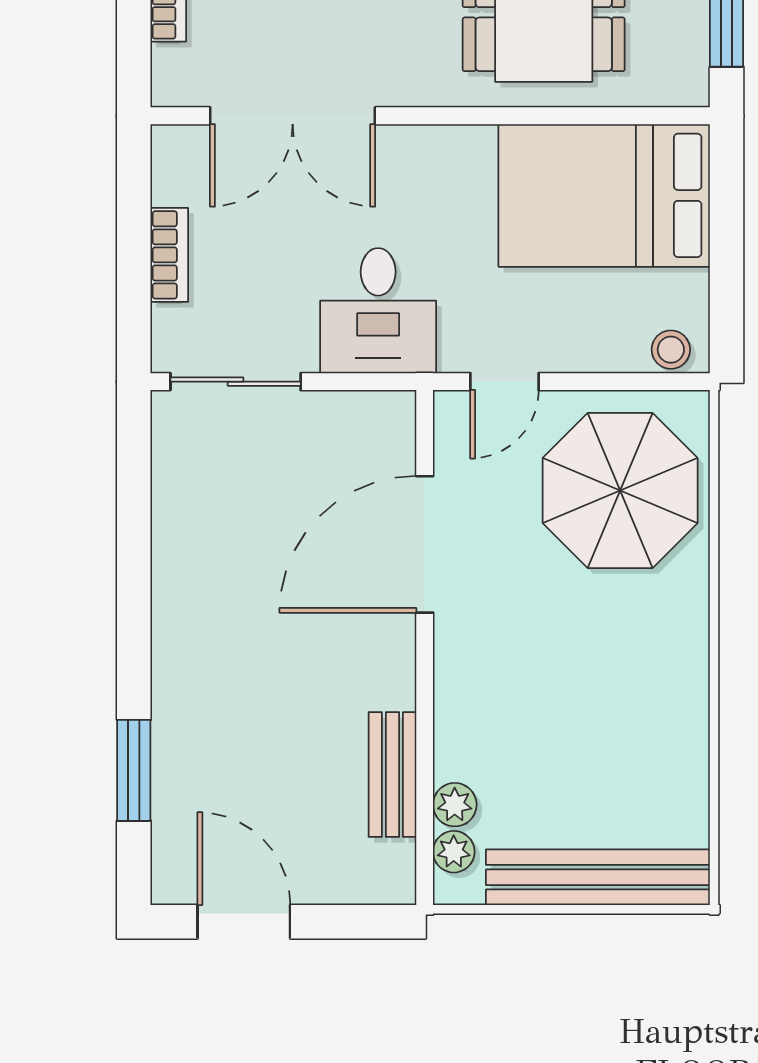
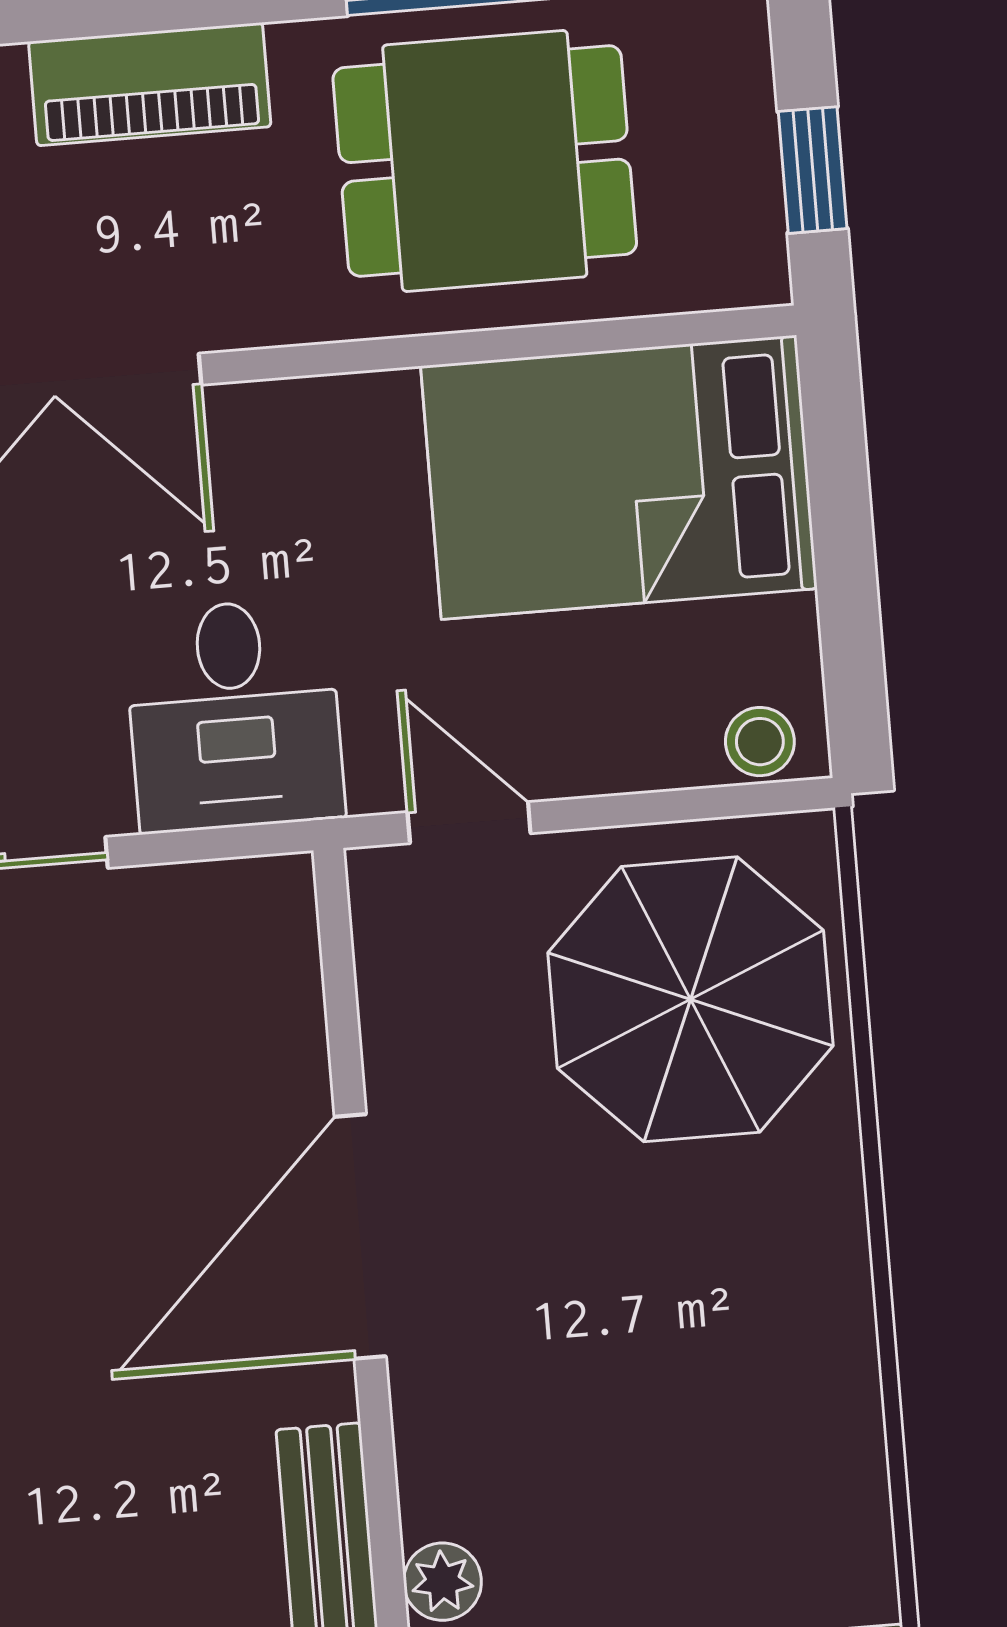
door: (504, 382) -> (469, 823), swing flipped
door: (425, 544) -> (360, 1237), moved

